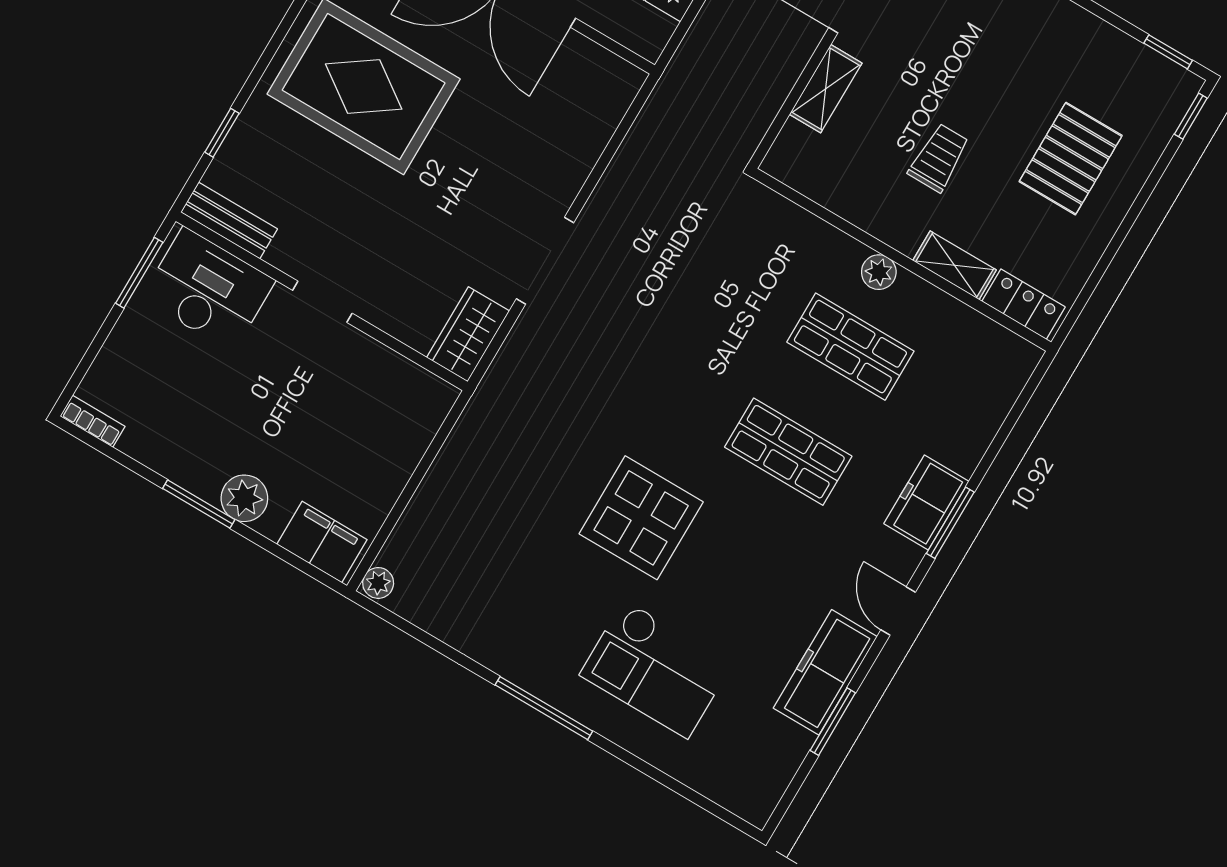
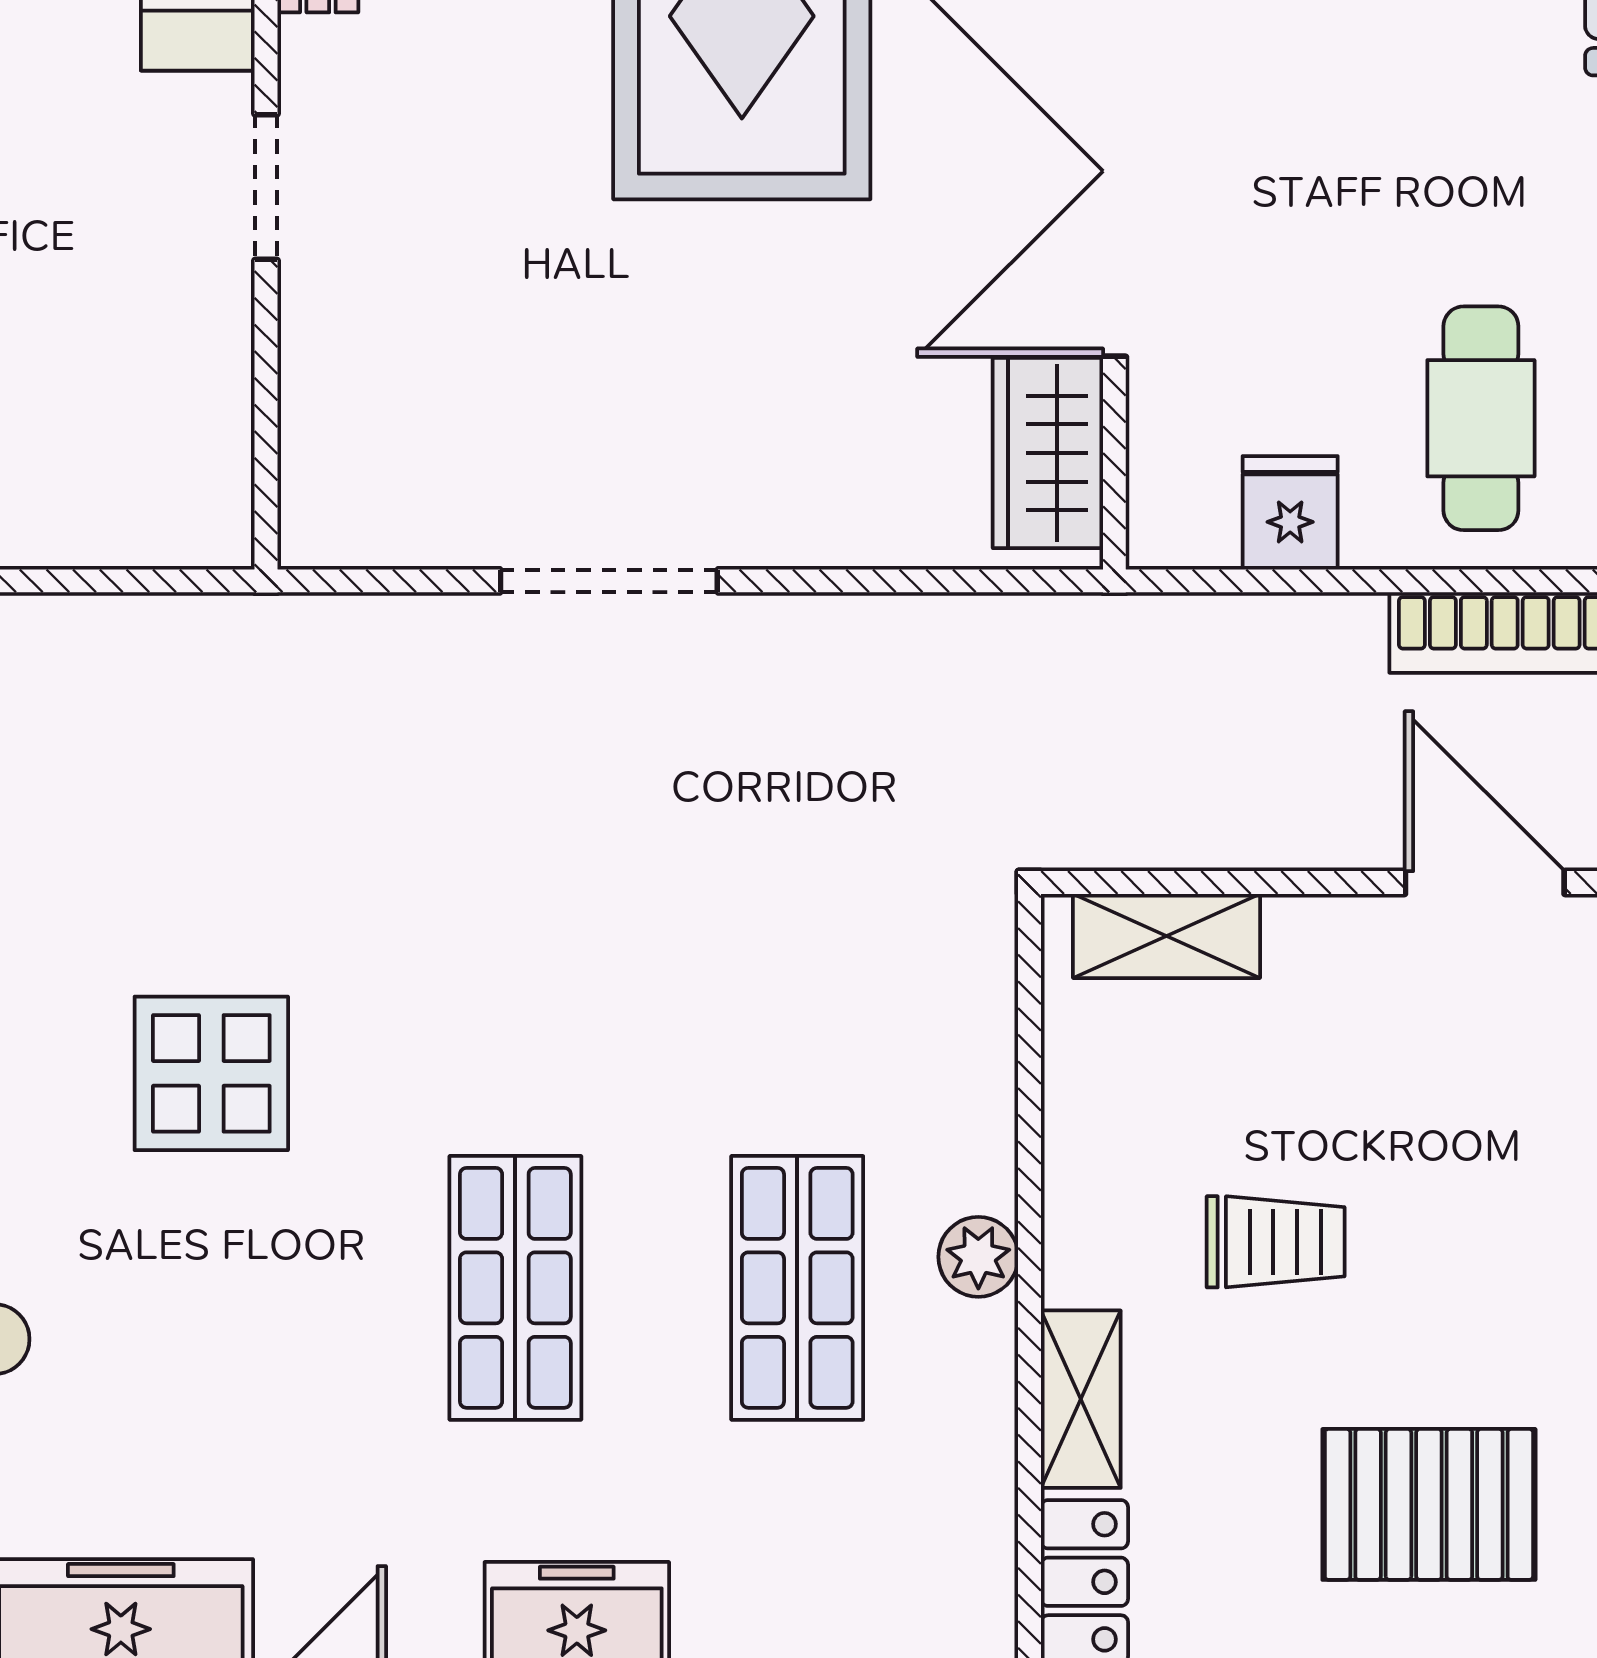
shelving: (826, 89) -> (1166, 936), moved
wardrobe: (468, 334) -> (1048, 453), moved, turned -90
display table: (641, 518) -> (211, 1073), width x0.73, depth x0.73

